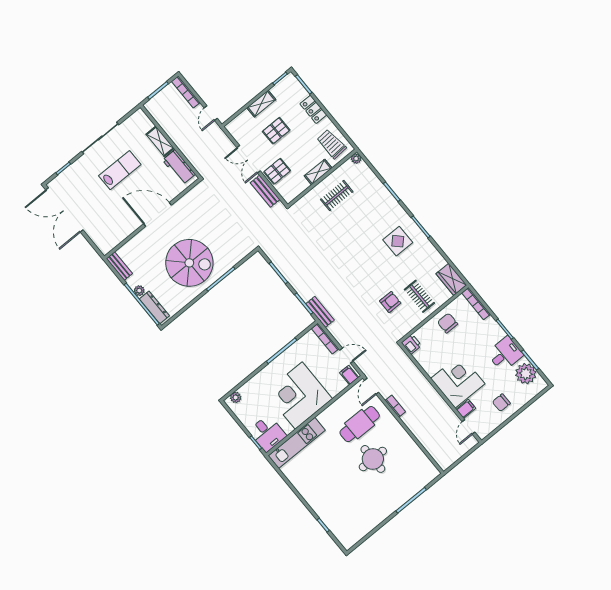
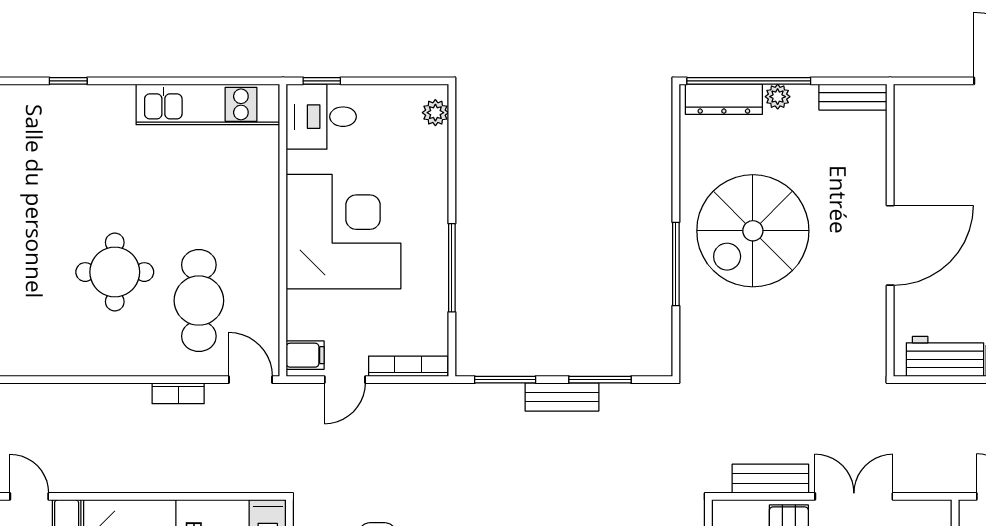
bench: (320, 312) -> (562, 397), moved
kitchen unit: (297, 443) -> (208, 104), moved, turned -90

